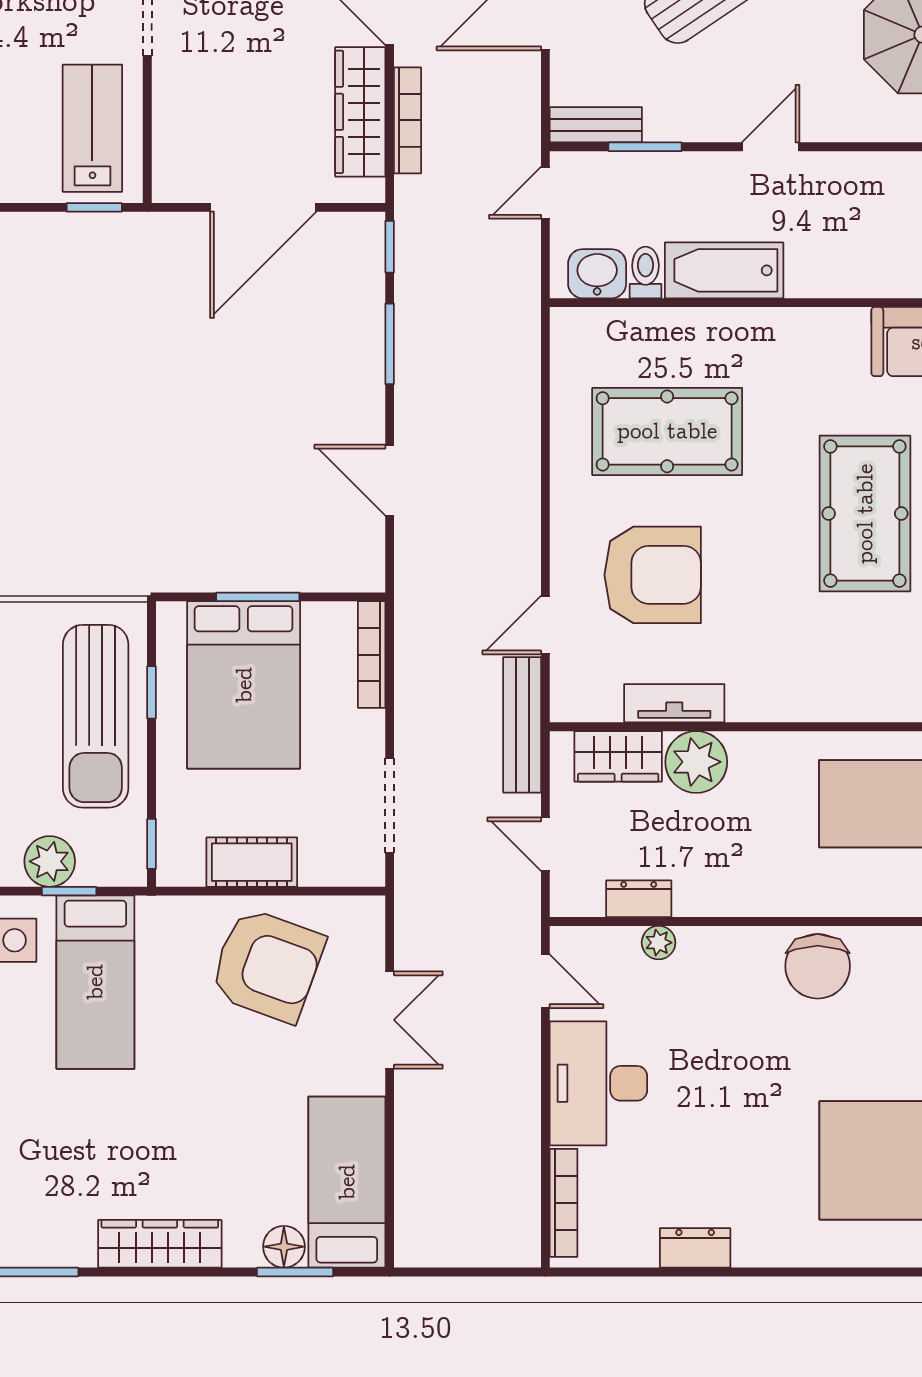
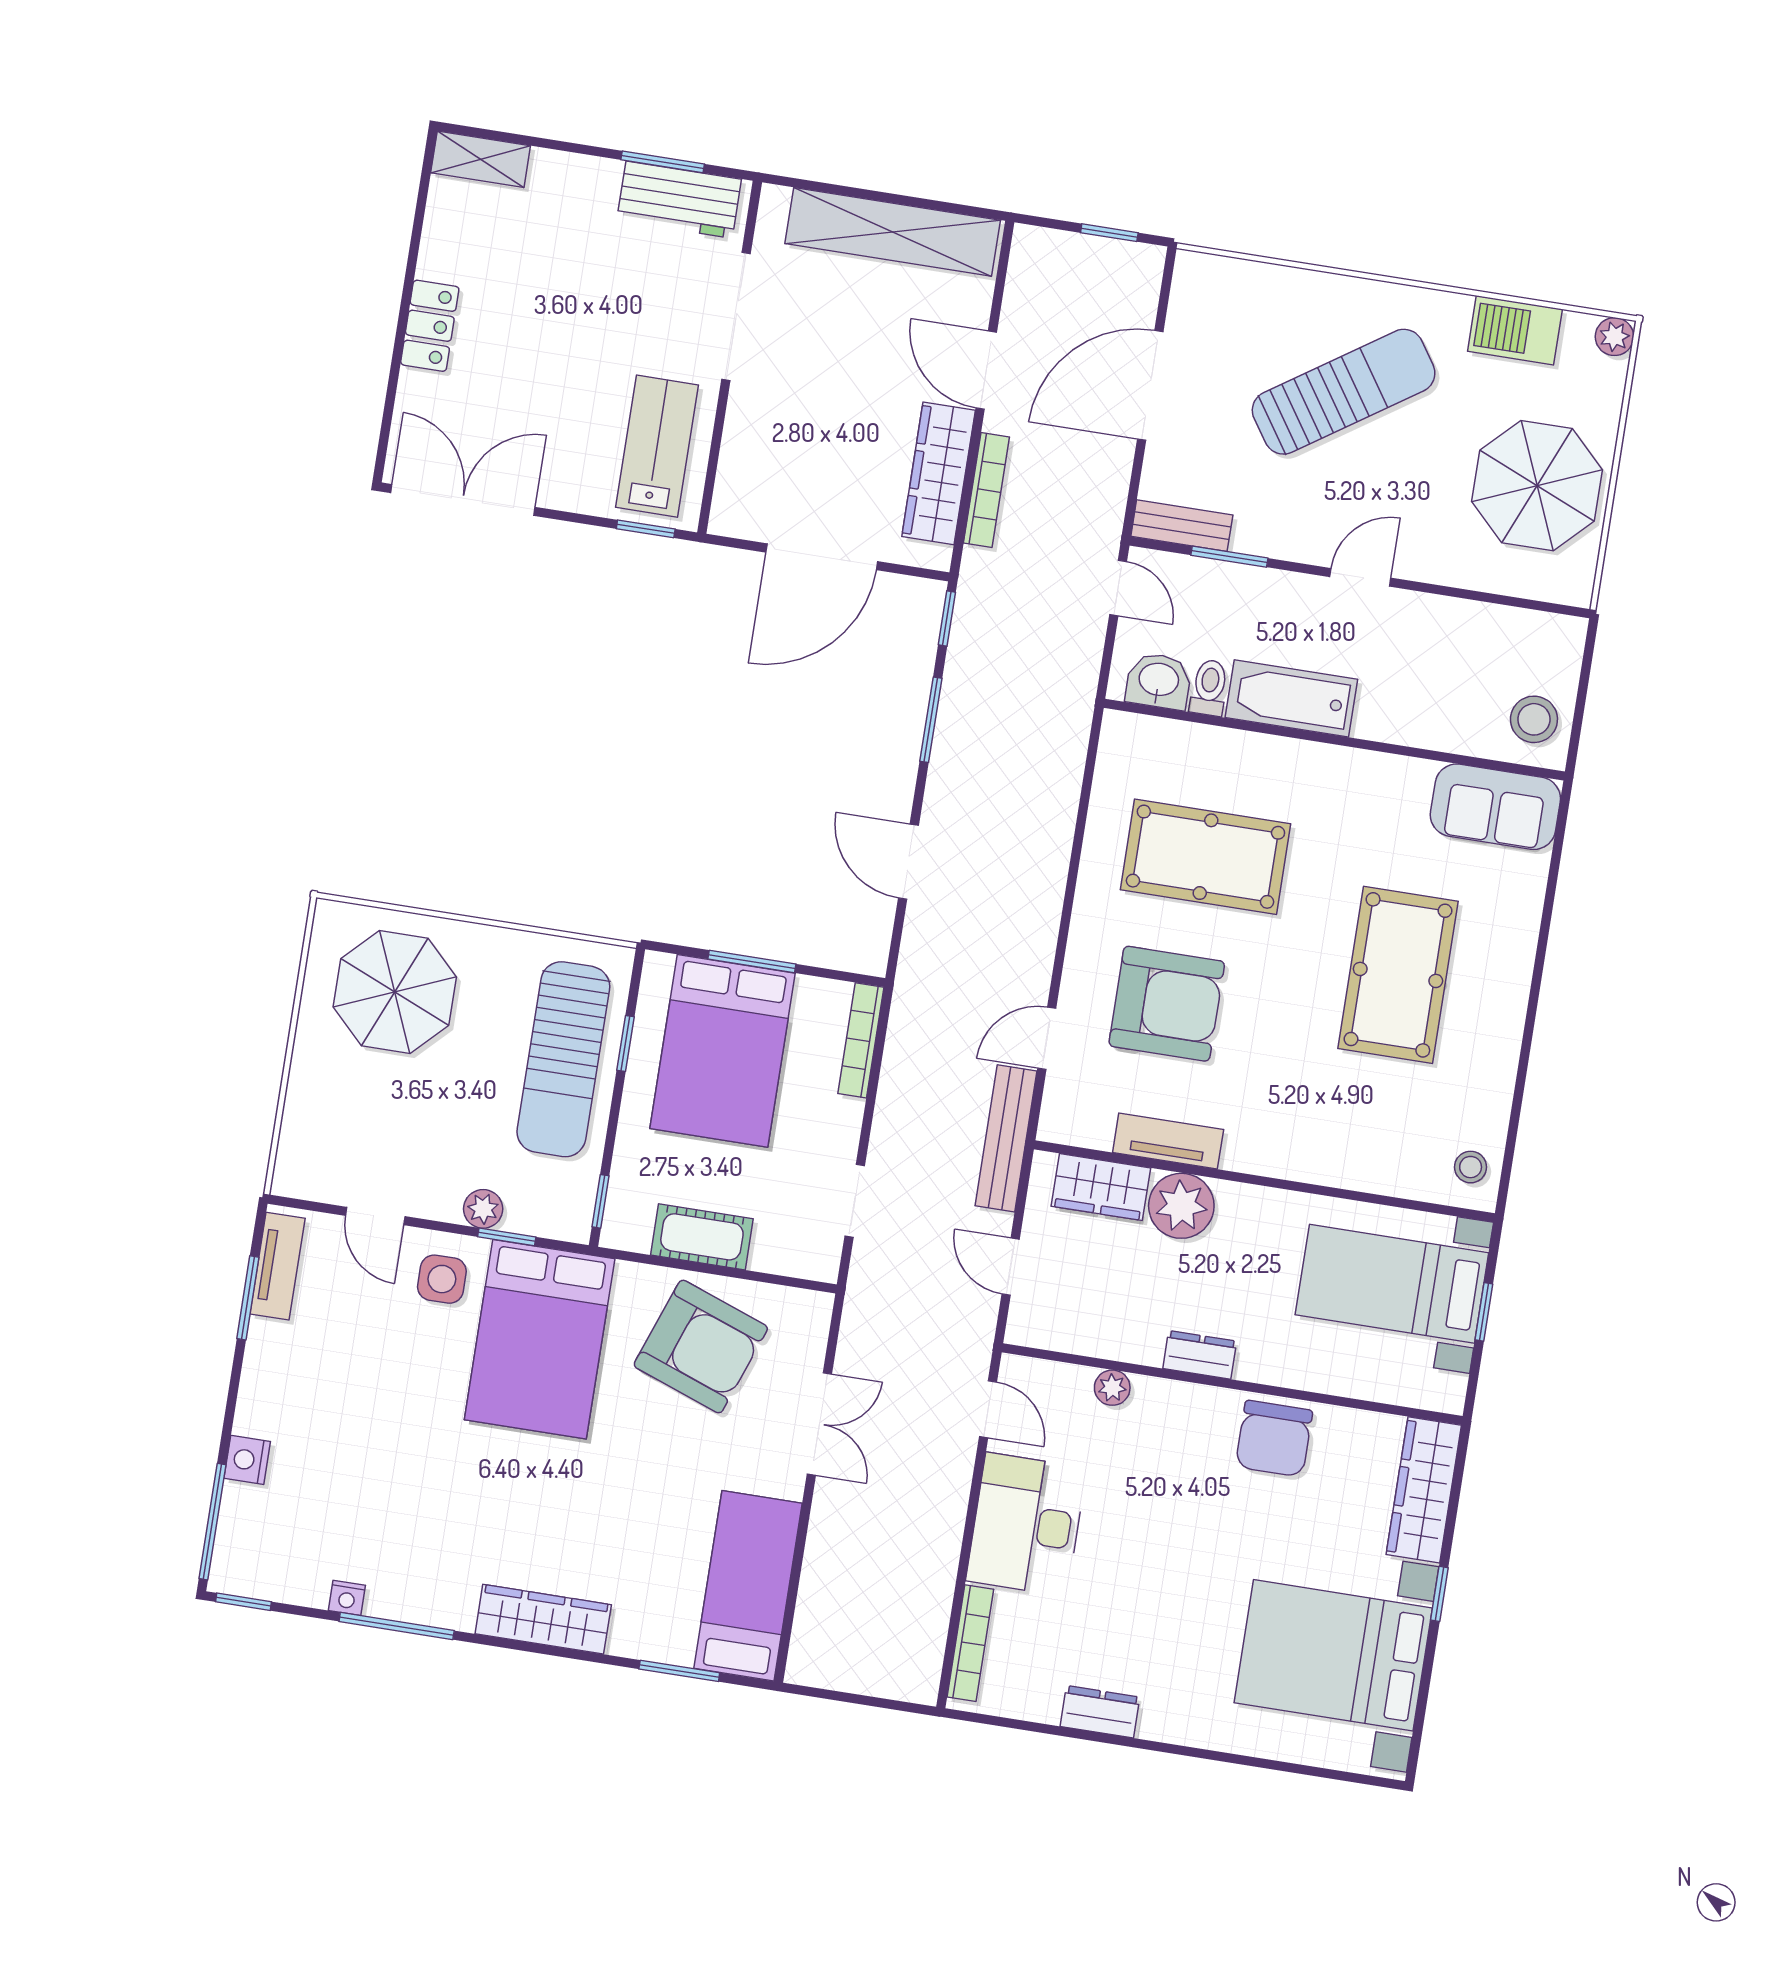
door: (545, 193) -> (1118, 588), swing flipped
doorway: (390, 806) -> (855, 1201), width x0.73
plant: (50, 861) -> (483, 1209), width x0.73, depth x0.73
dresser: (639, 899) -> (1200, 1355), moved
bed: (95, 982) -> (540, 1339), width x1.50
floor lamp: (284, 1247) -> (672, 1643), removed

